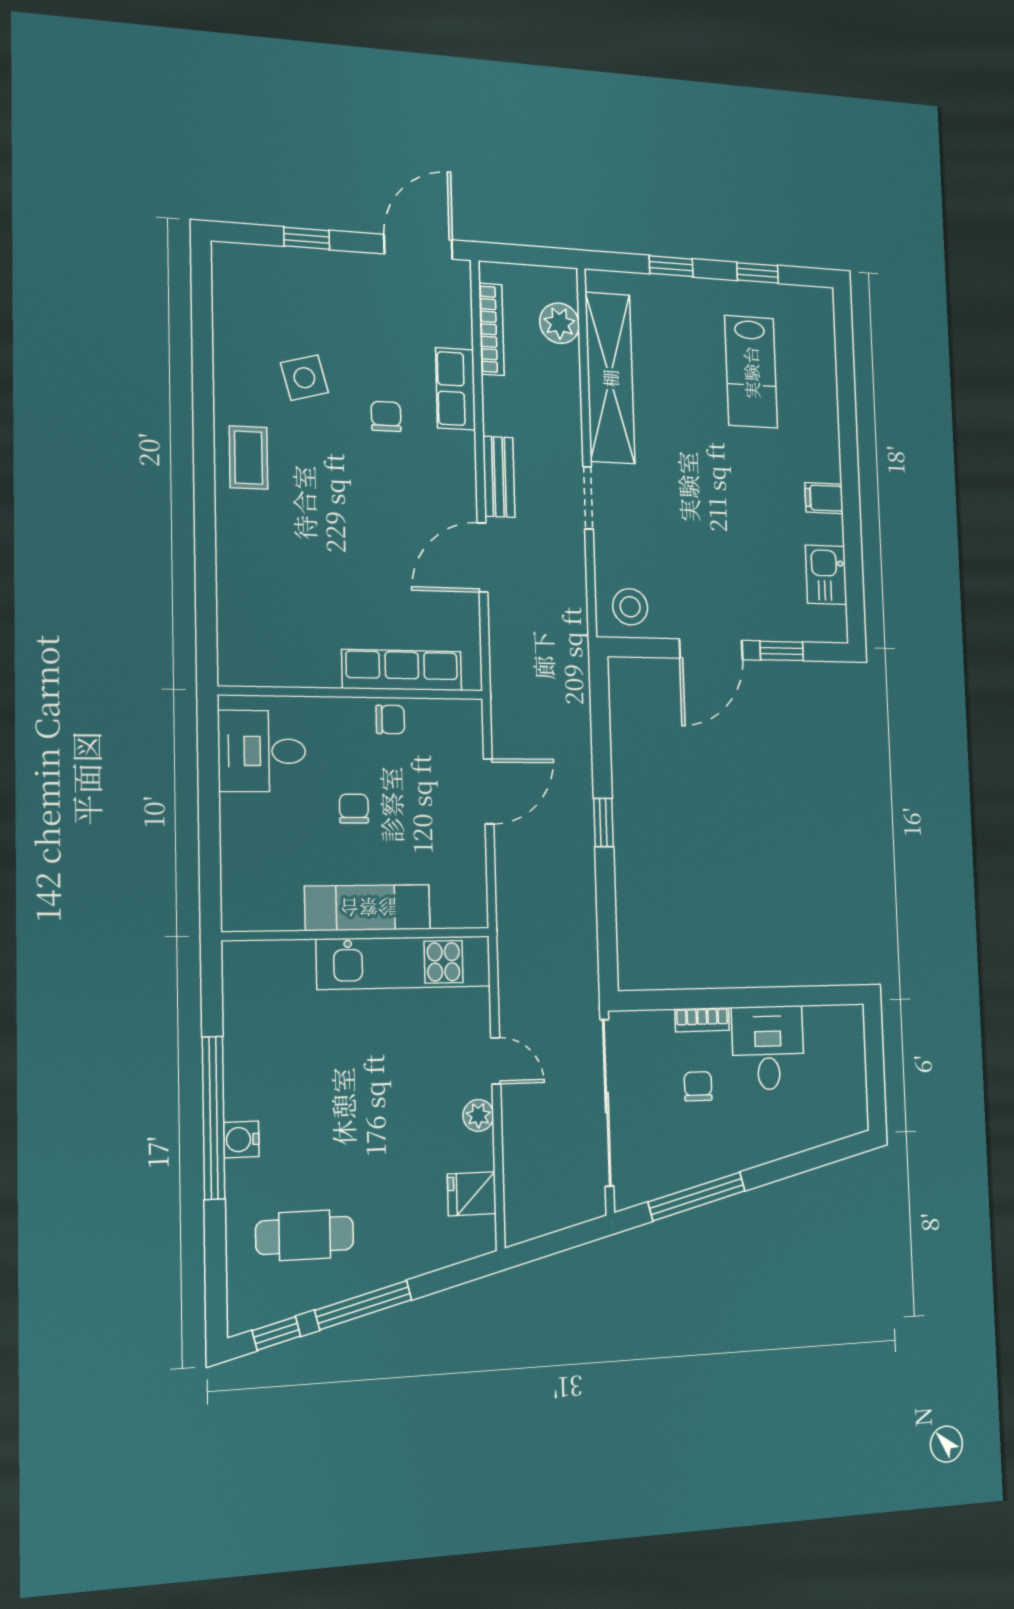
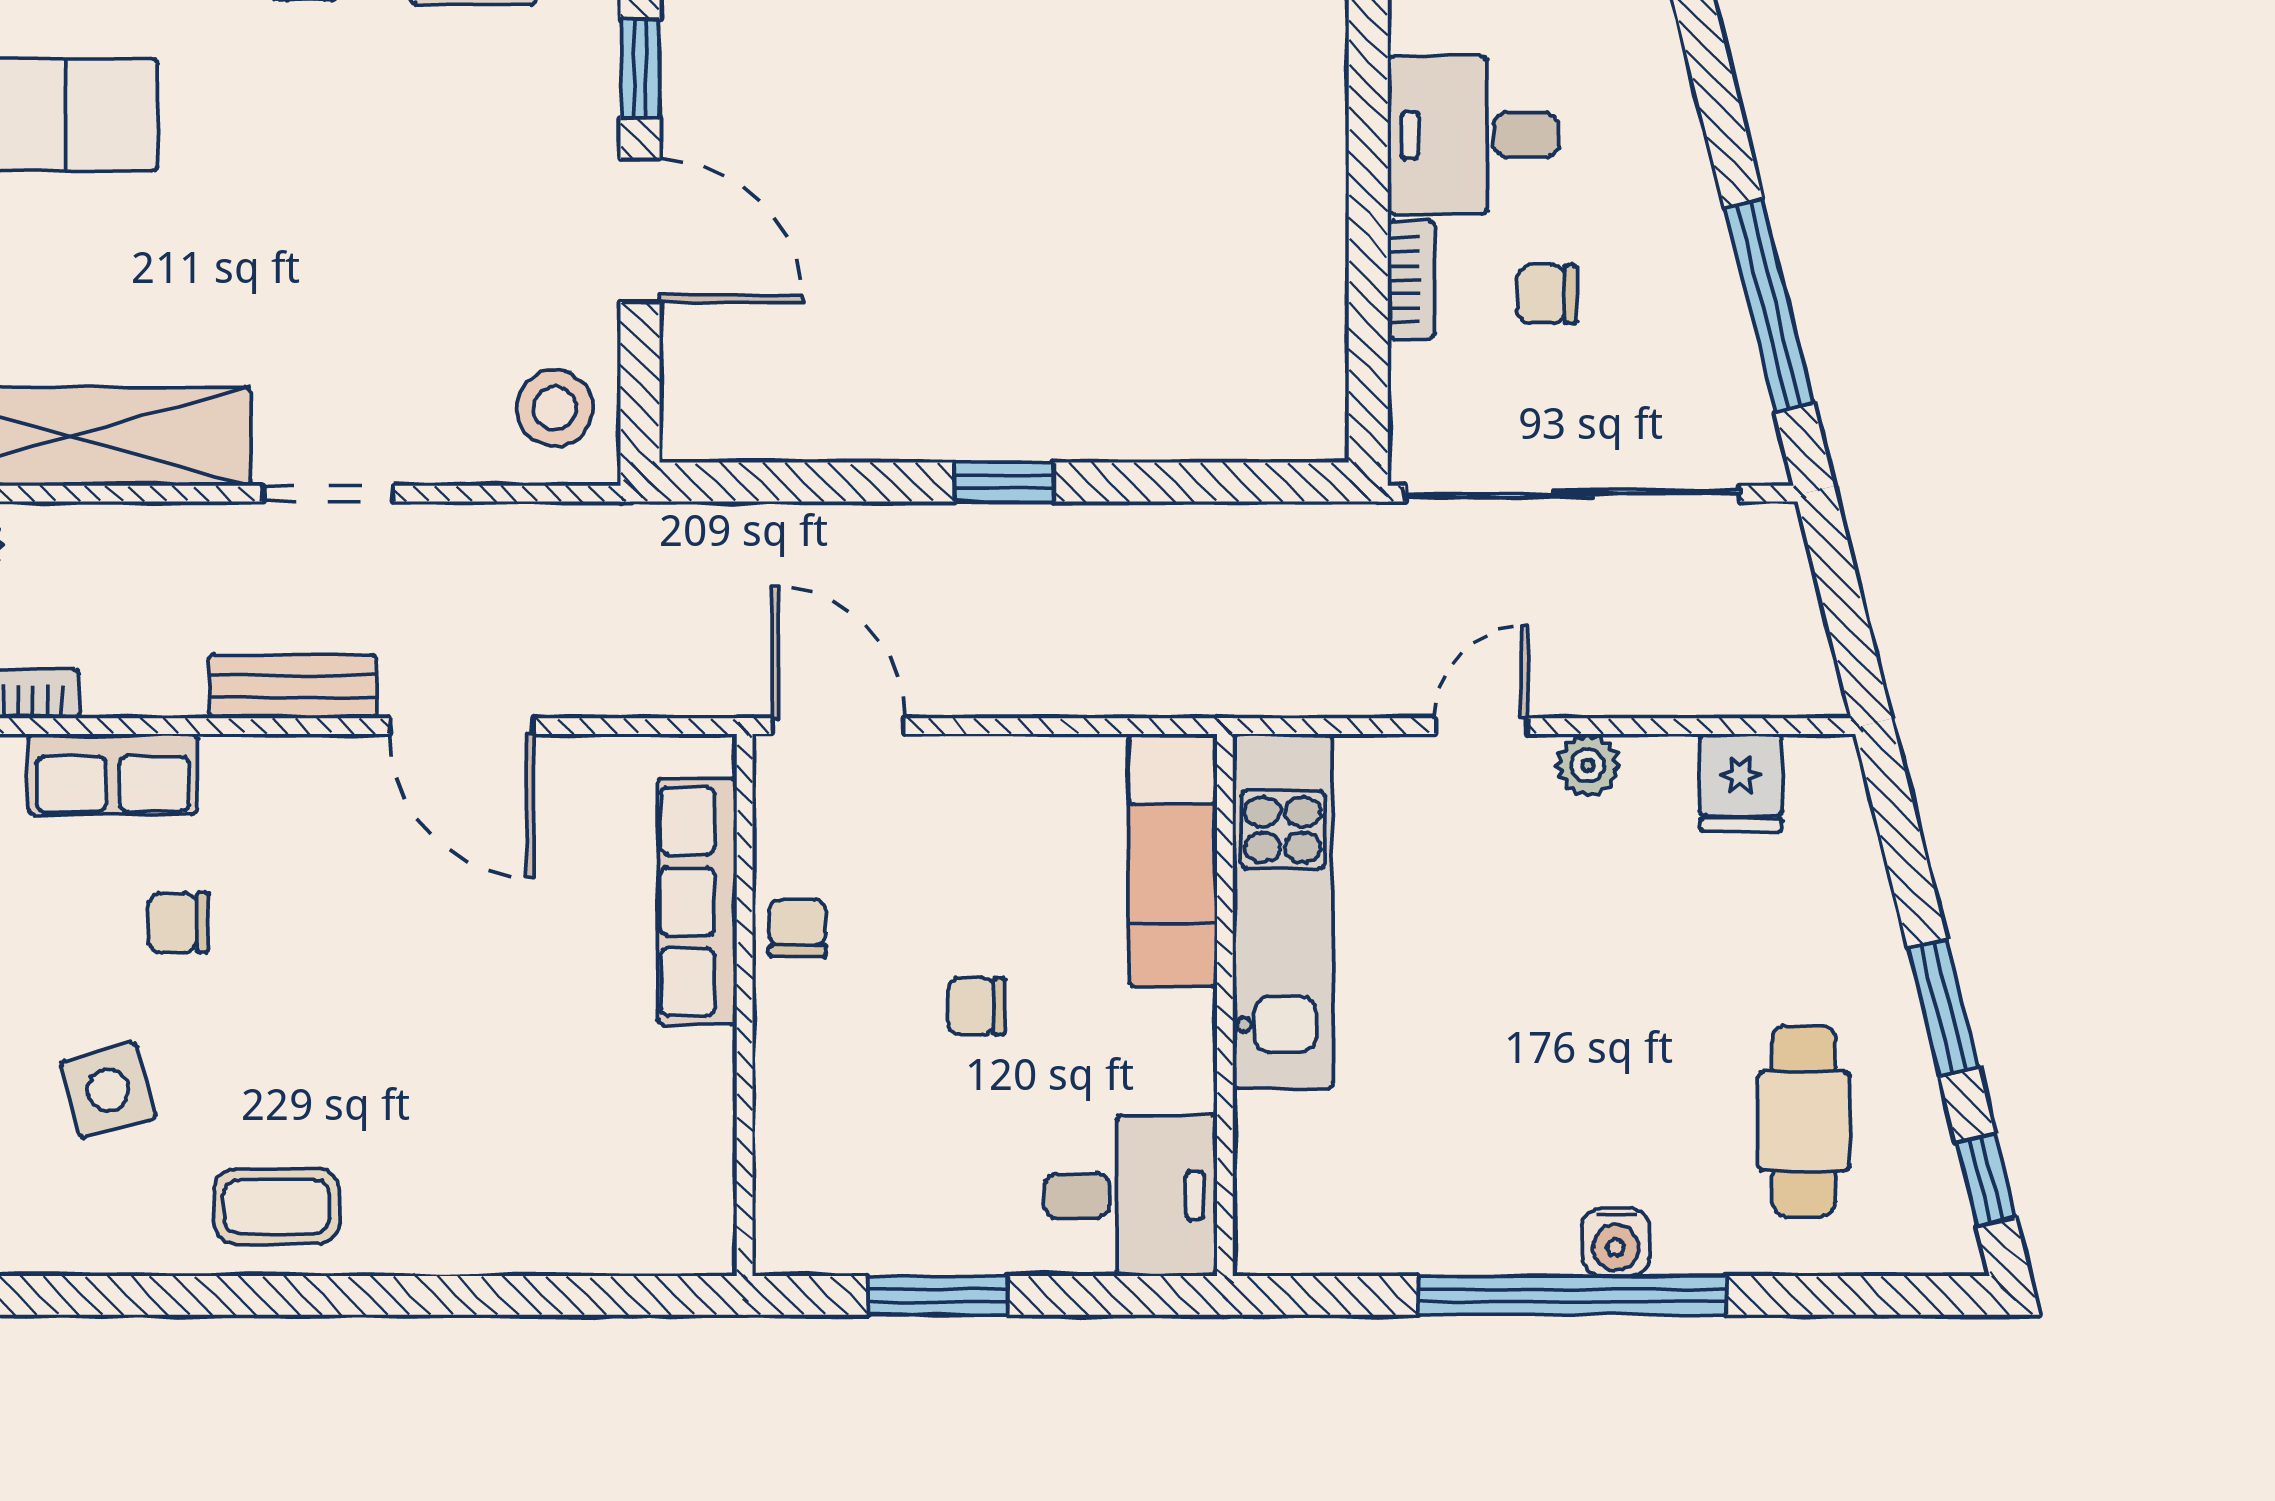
desk: (262, 751) -> (1131, 1195), moved, turned -90
window: (209, 789) -> (938, 1295), added
door: (489, 791) -> (838, 726), moved
exam couch: (368, 908) -> (1173, 860), moved
window: (363, 1305) -> (1943, 1008), width x0.69

